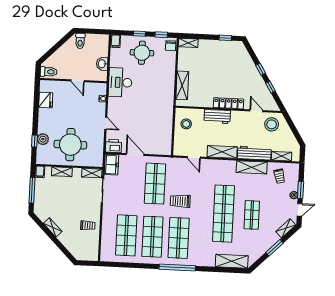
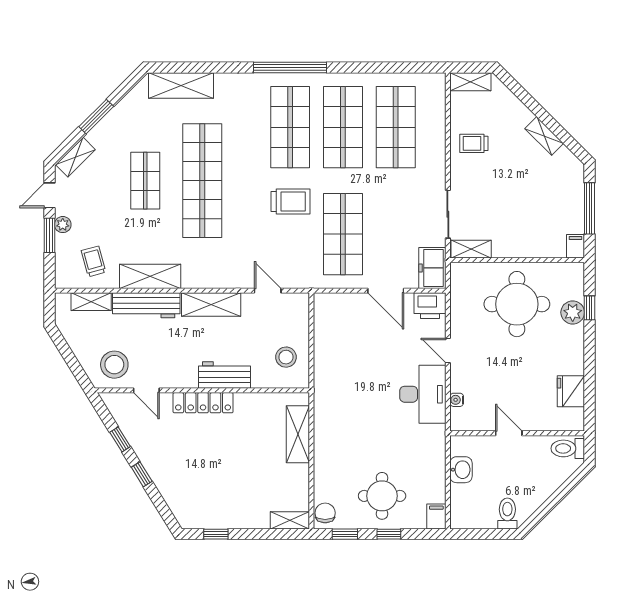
desk: (120, 82) -> (423, 394), moved
shelving: (62, 172) -> (470, 82), moved

